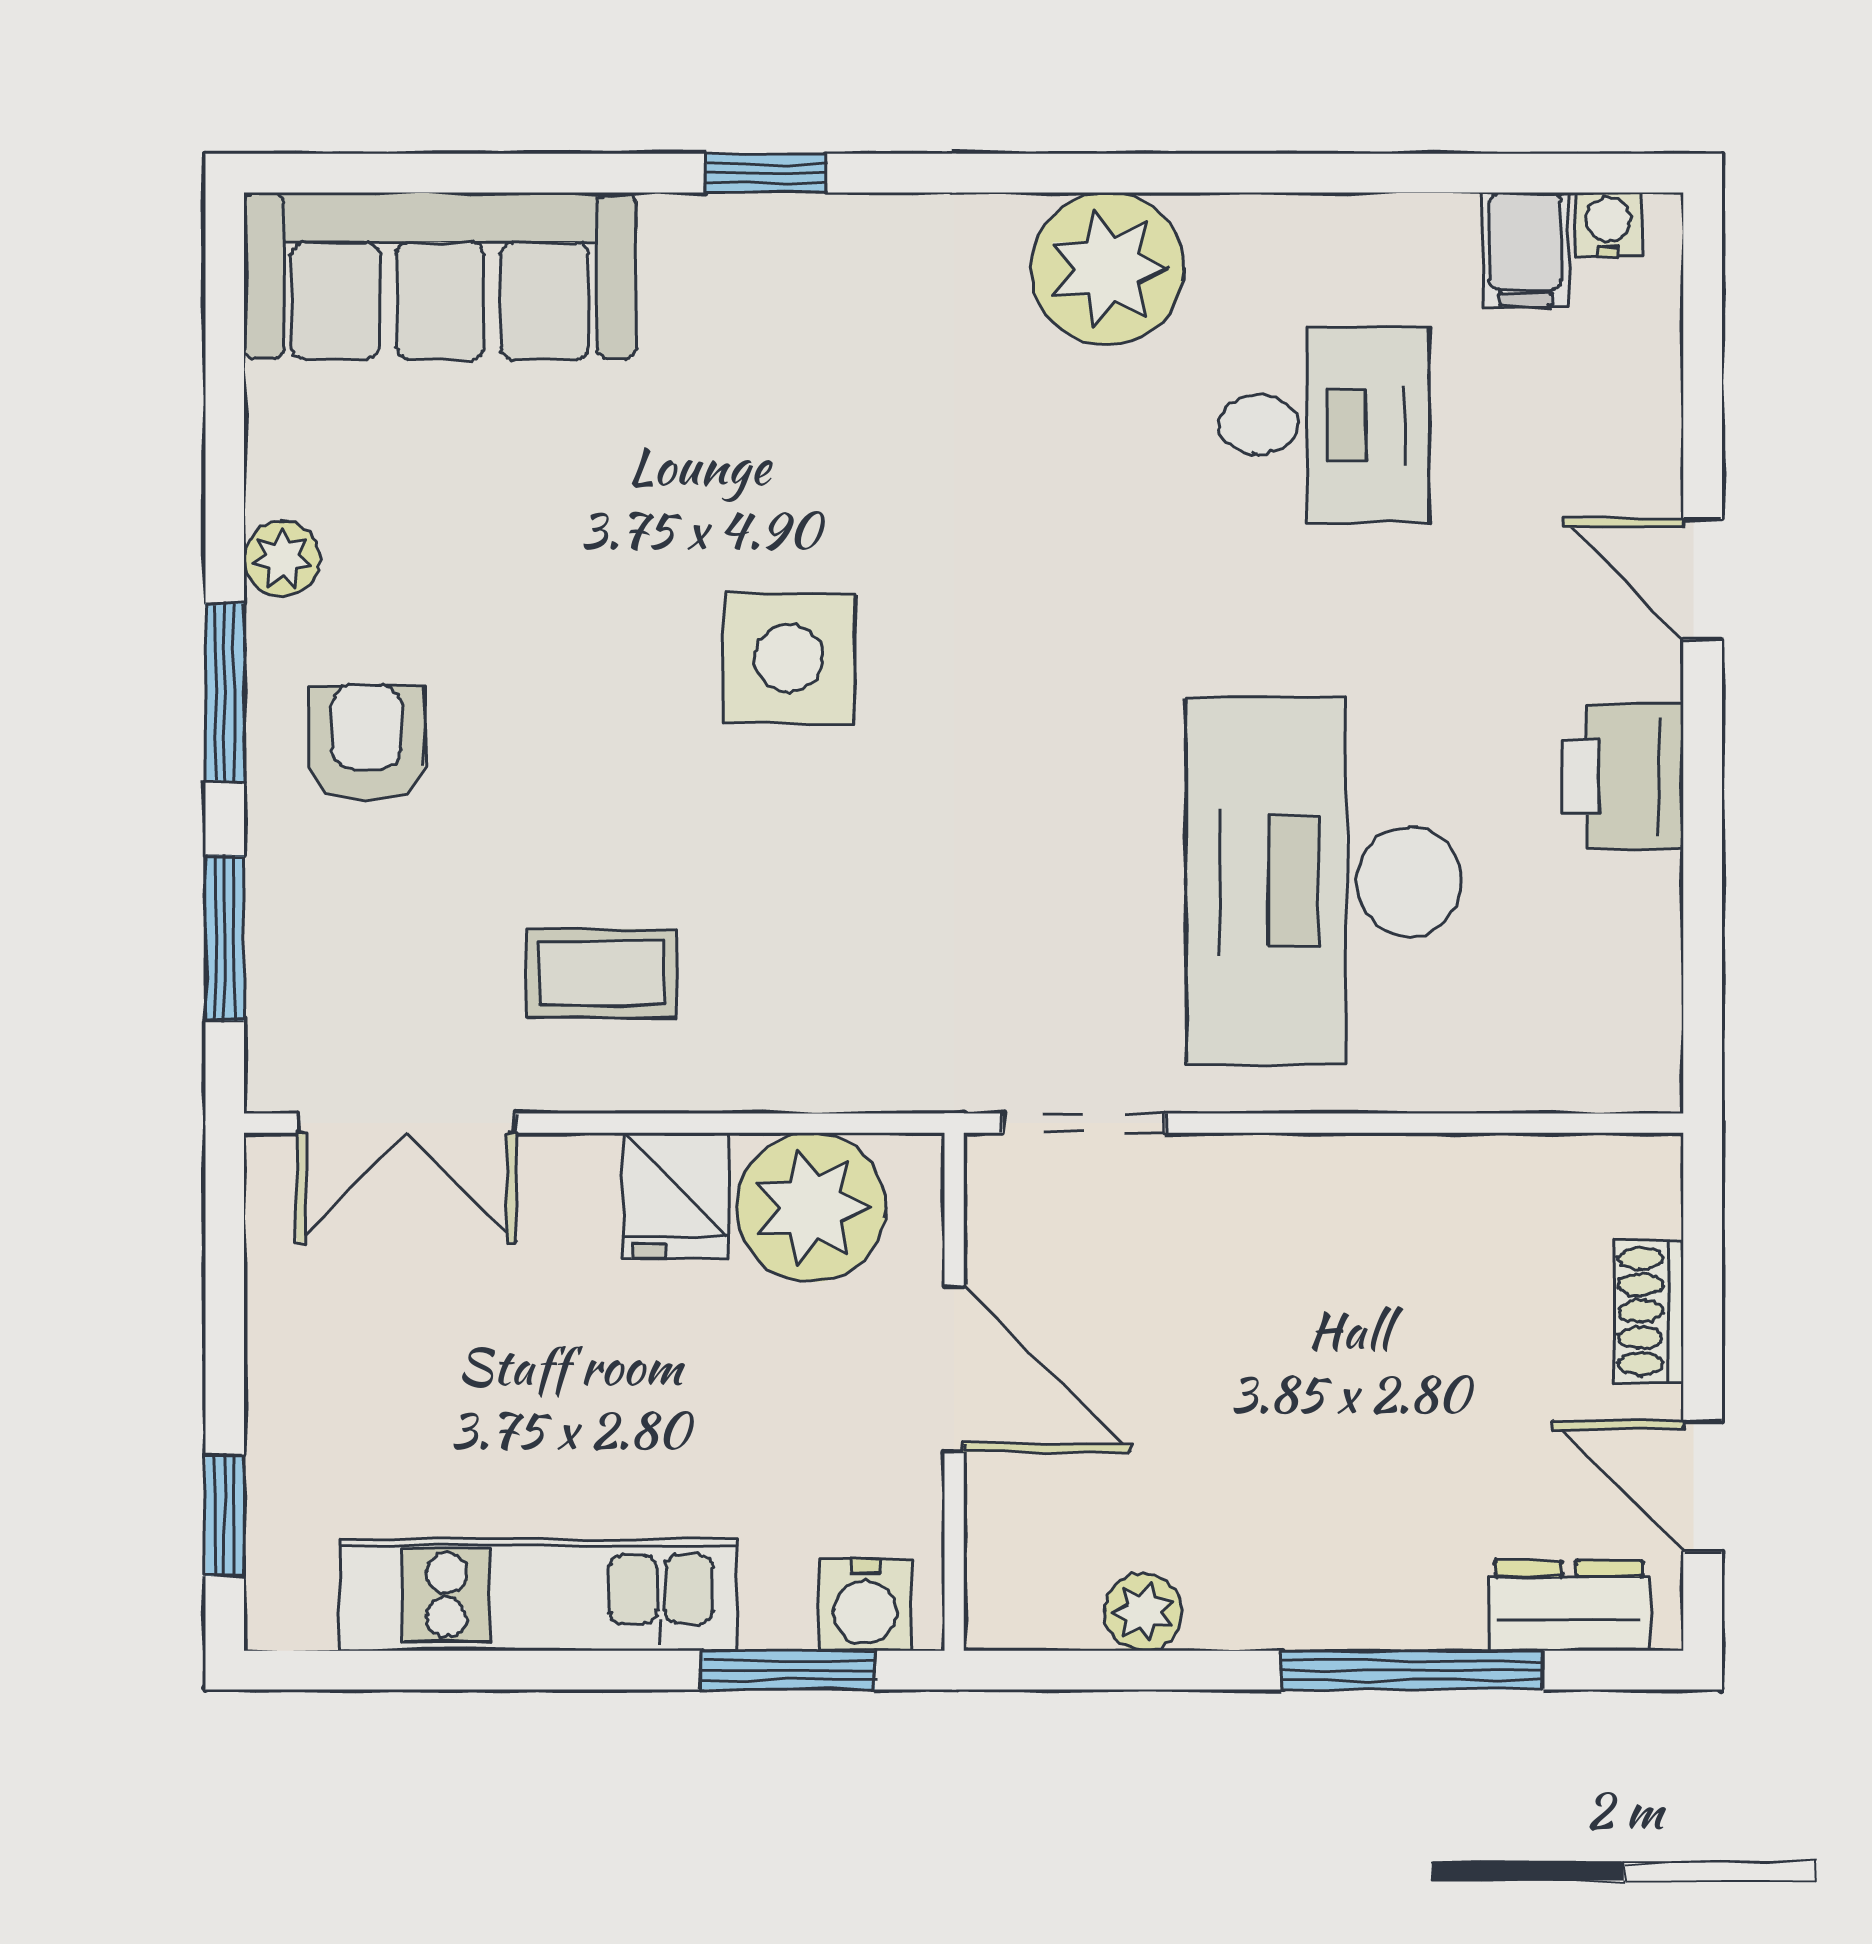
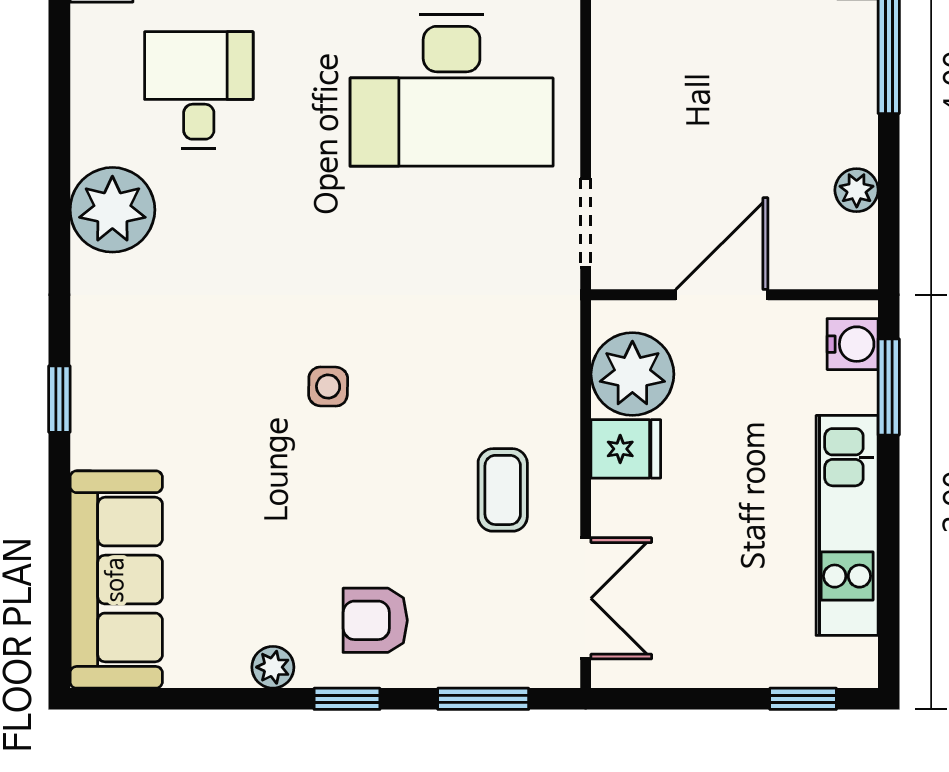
side table: (789, 658) -> (328, 386), width x0.54, depth x0.54
window: (225, 692) -> (347, 699), width x0.67

